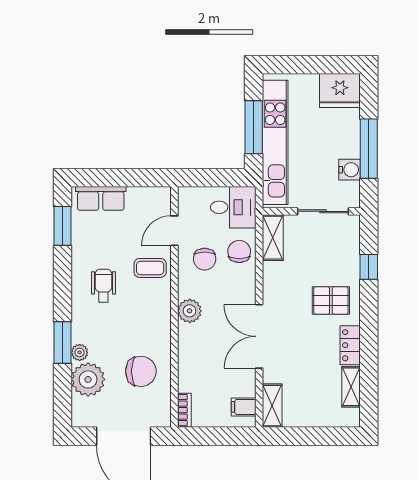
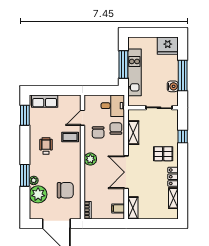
kitchen unit: (275, 142) -> (134, 72), width x0.73
shelving: (273, 238) -> (133, 133), moved

